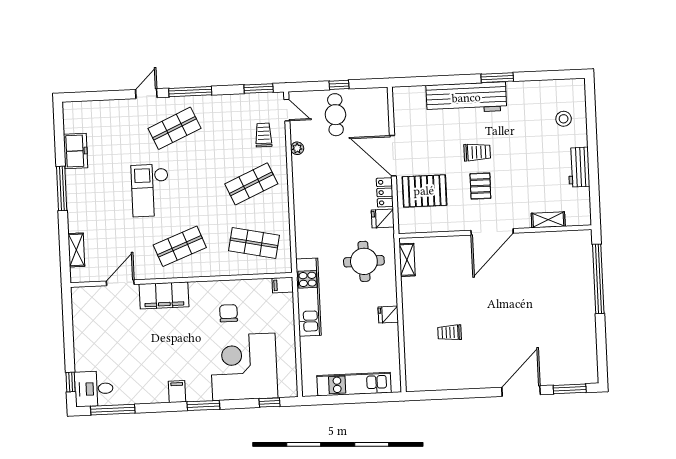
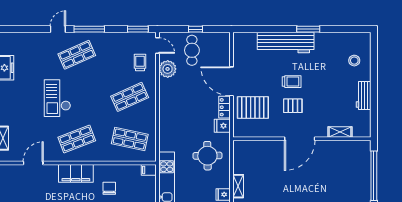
plant: (297, 148) -> (168, 69), width x1.87, depth x1.87
pallet: (480, 186) -> (293, 106), turned 90
shelving: (407, 260) -> (238, 186), moved
filing cabinet: (164, 295) -> (76, 173), moved

